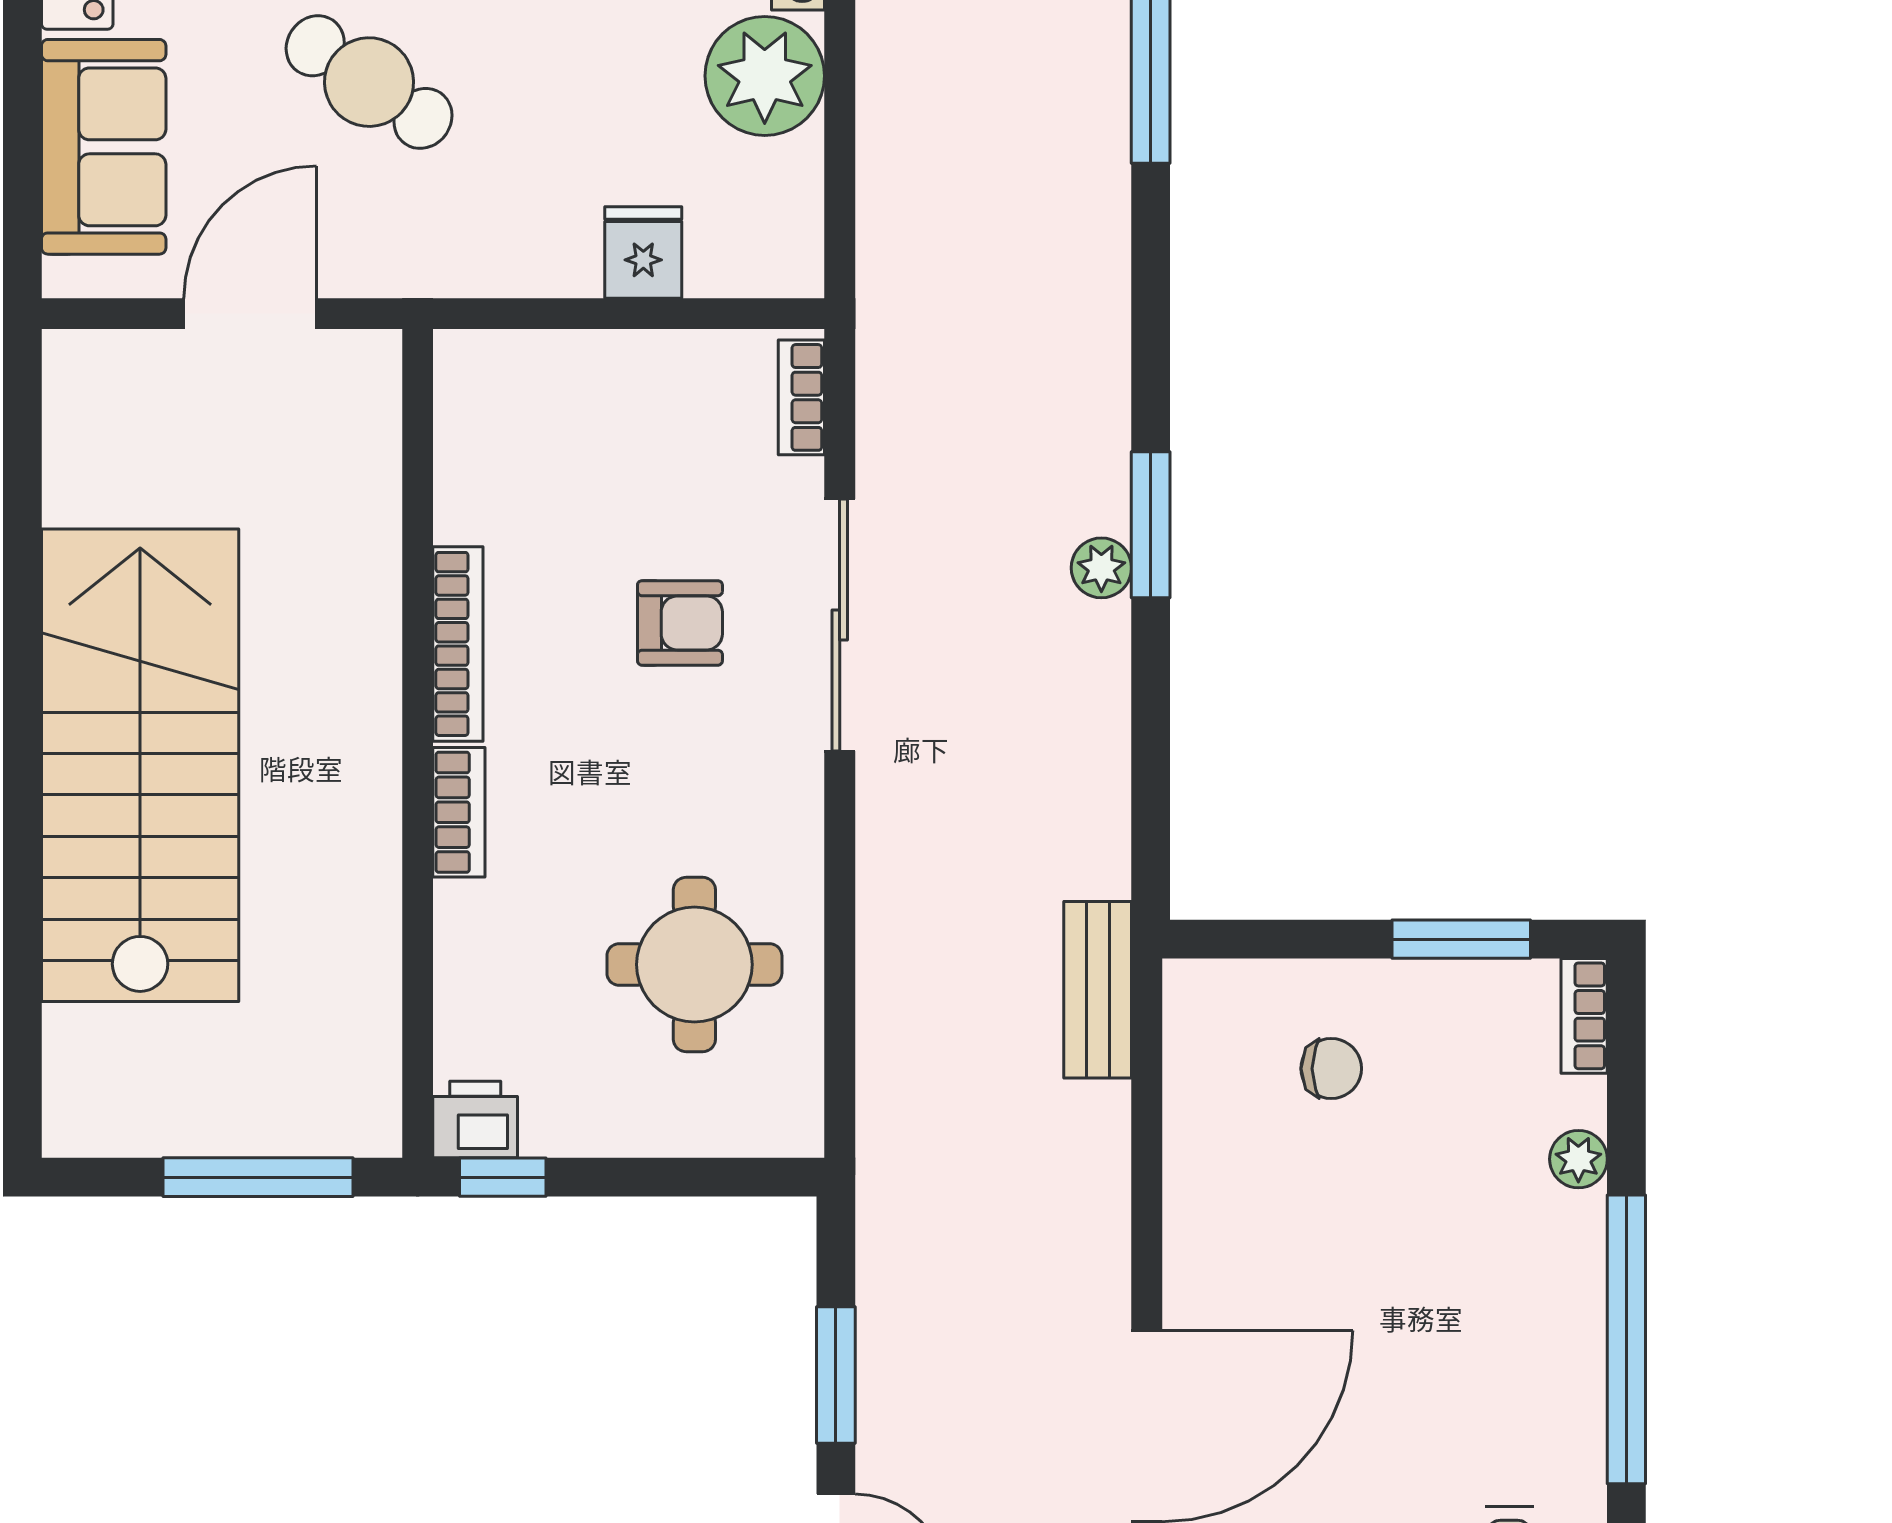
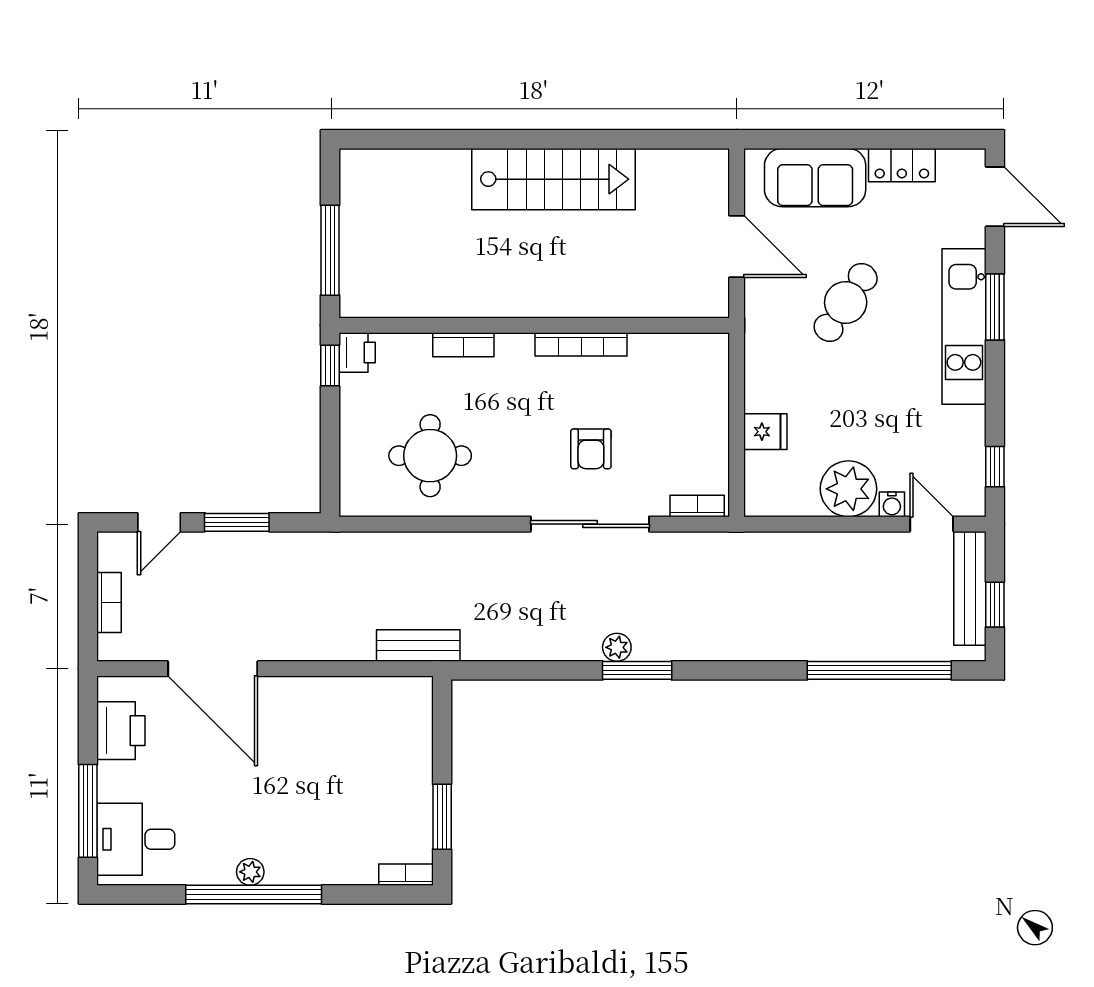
stairs: (140, 765) -> (554, 179), width x0.73, depth x0.66
bookcase: (459, 812) -> (463, 345), moved
chair: (1331, 1069) -> (381, 756), removed
plant: (1578, 1159) -> (250, 872), moved

